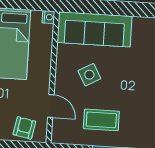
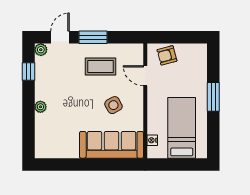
nightstand: (48, 17) -> (152, 140), moved
armchair: (24, 128) -> (167, 55), turned 64

